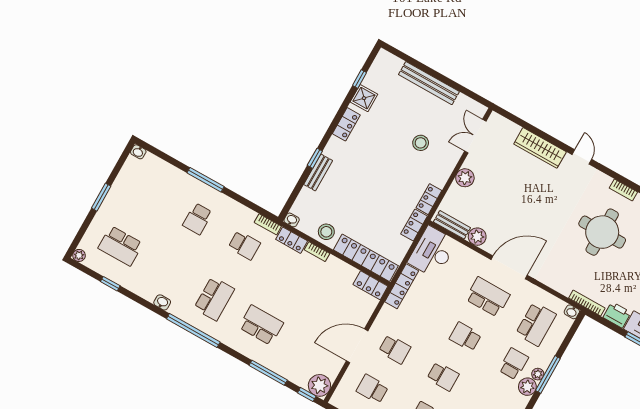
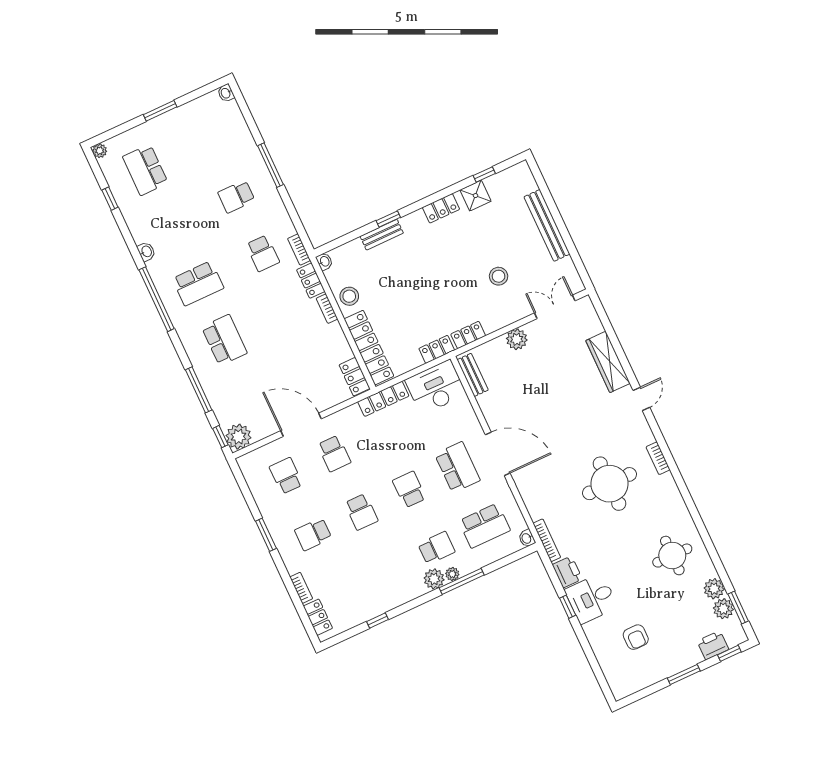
plant: (477, 237) -> (488, 403), removed

